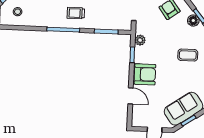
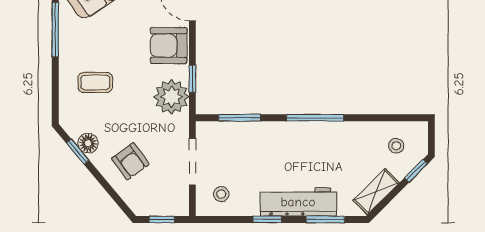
trolley: (76, 13) -> (294, 148), removed
plant: (140, 40) -> (172, 97), width x1.88, depth x1.88

